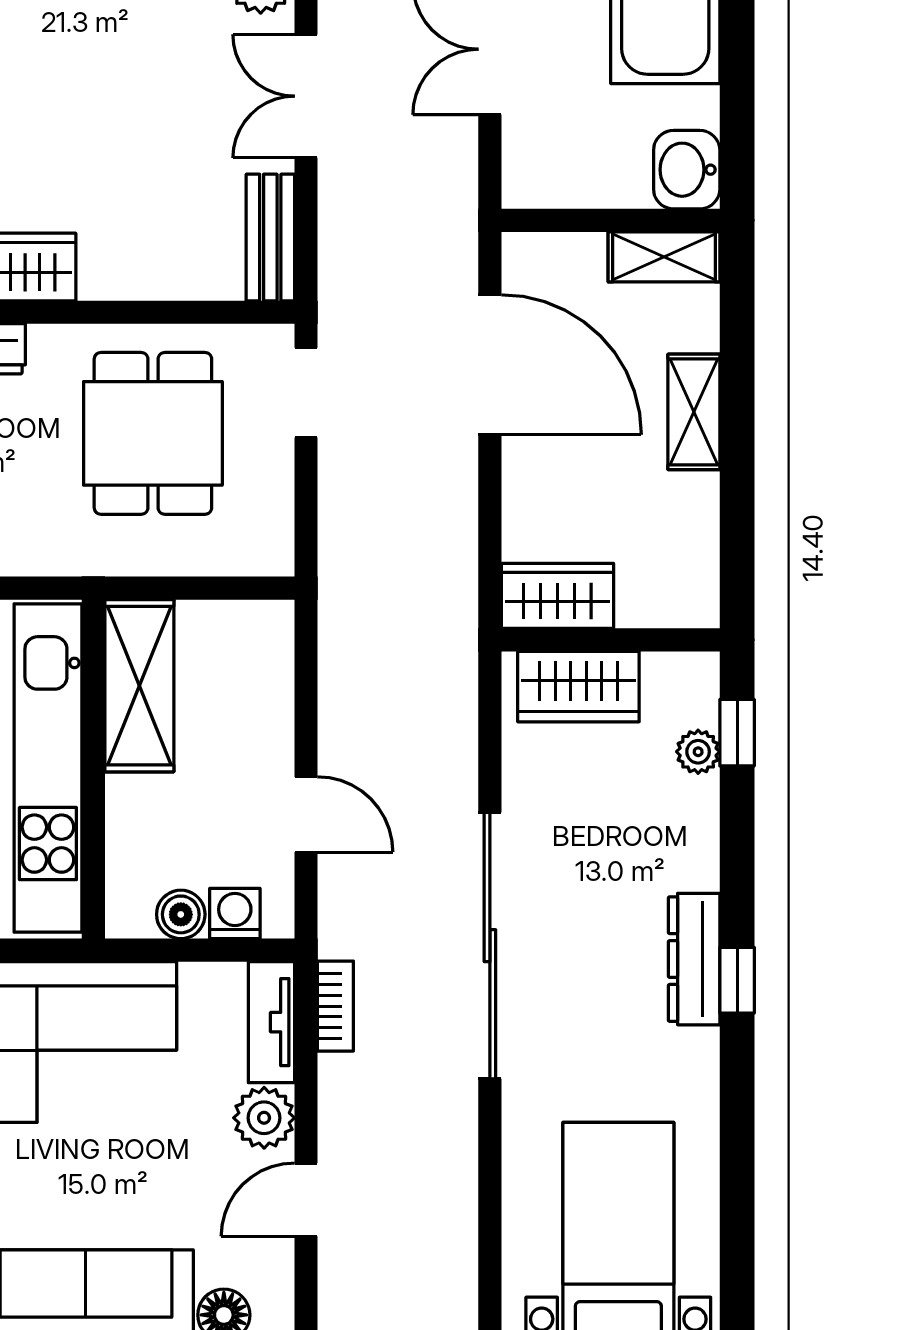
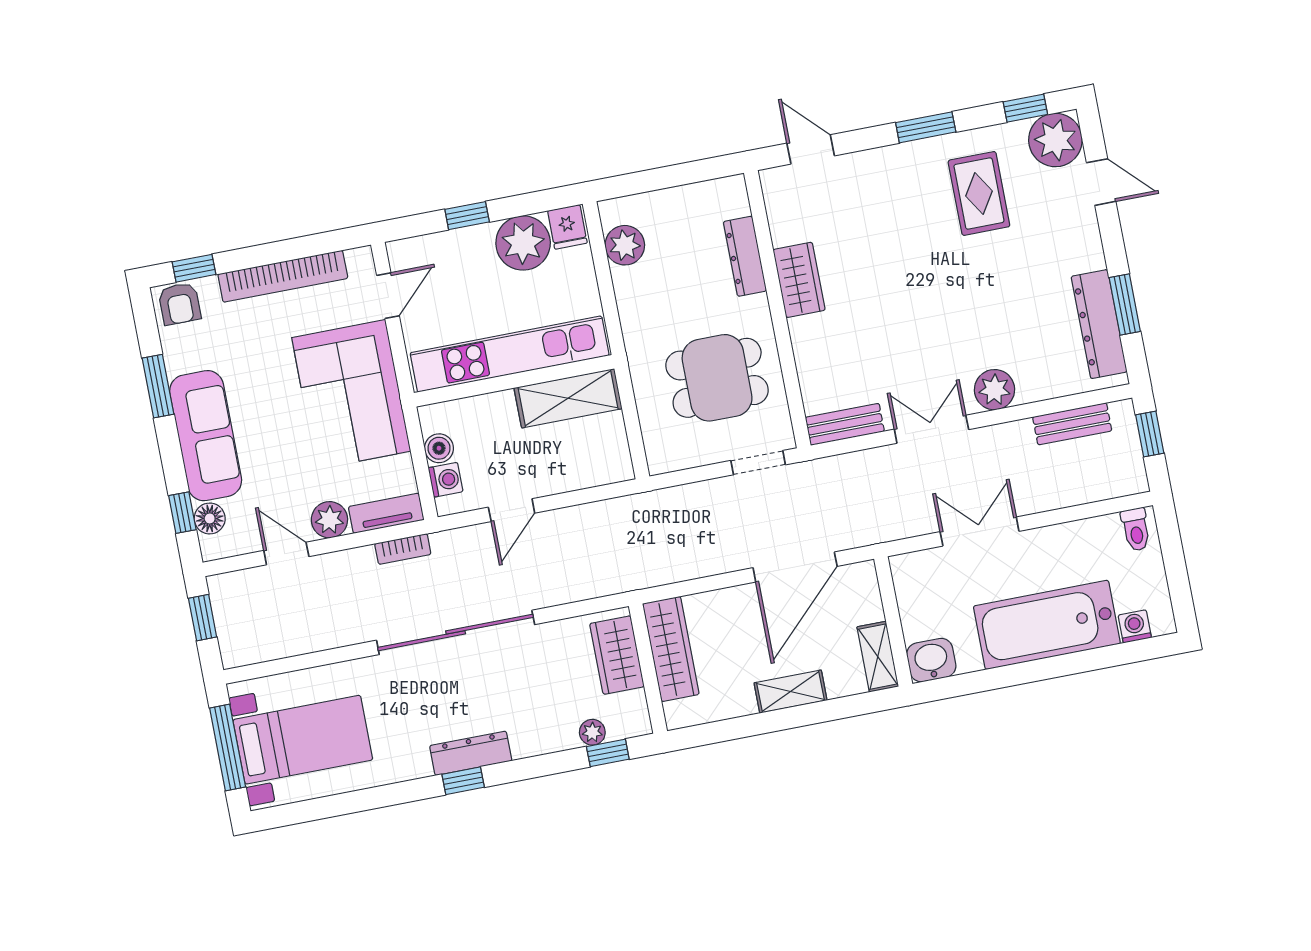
wardrobe: (557, 596) -> (671, 649), width x1.50

